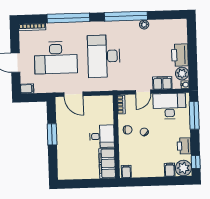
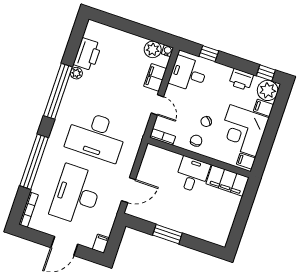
printer: (180, 55) -> (87, 54), moved, turned -90
desk: (56, 58) -> (76, 195), turned 180
desk: (170, 106) -> (188, 74), width x0.73
window: (194, 115) -> (209, 54), width x0.46
corner desk: (148, 161) -> (243, 131), added

